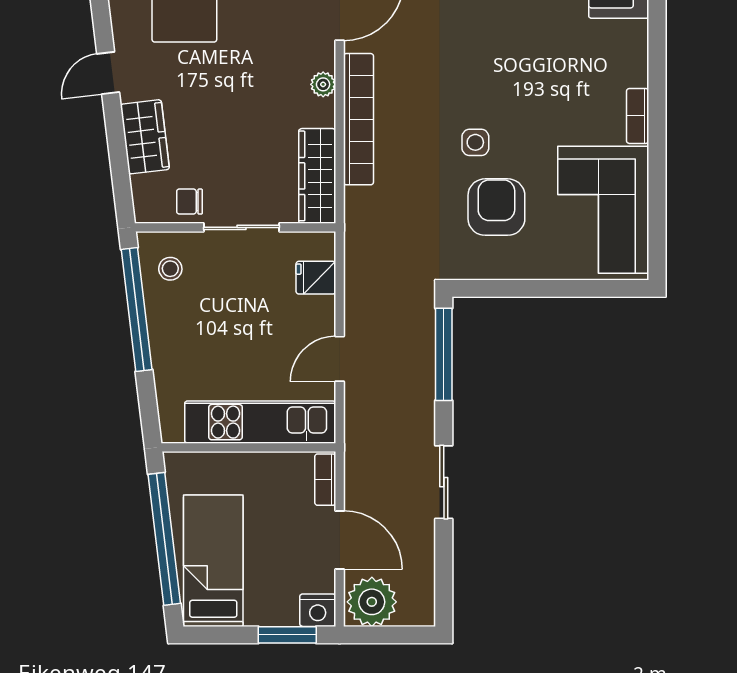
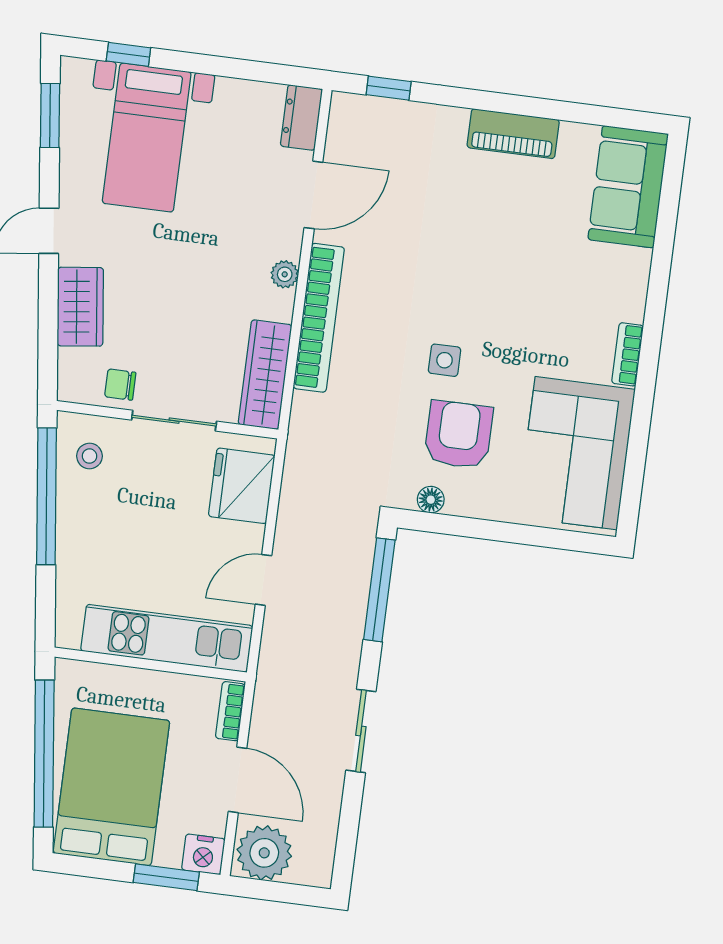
floor lamp: (479, 268) -> (431, 500), added
fridge: (316, 278) -> (242, 486), width x1.88, depth x1.34
bed: (213, 561) -> (111, 787), width x1.50

